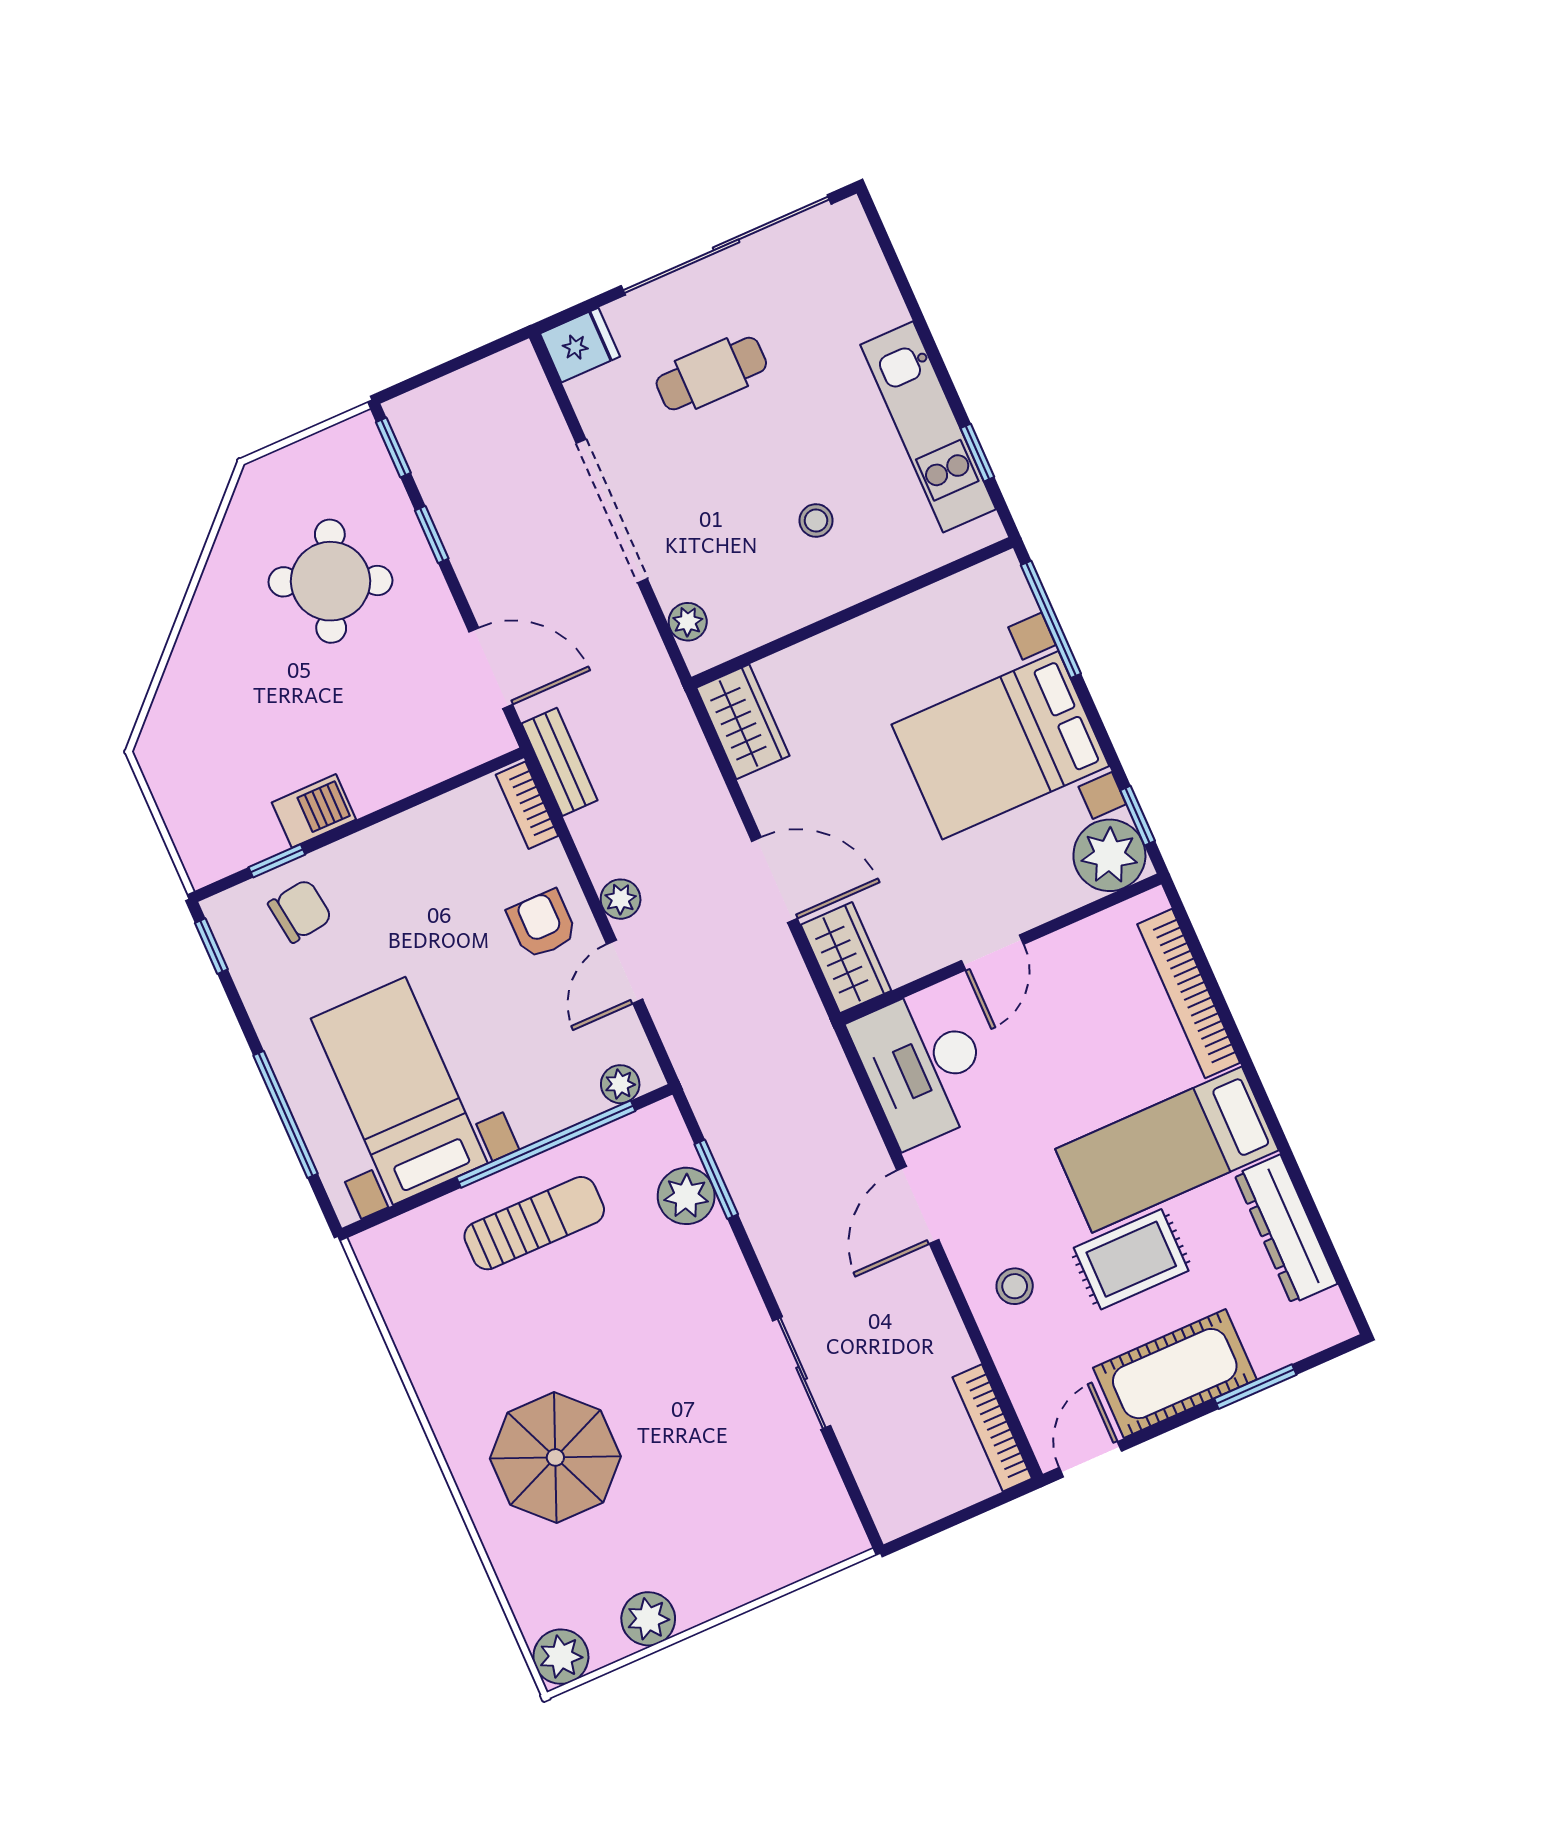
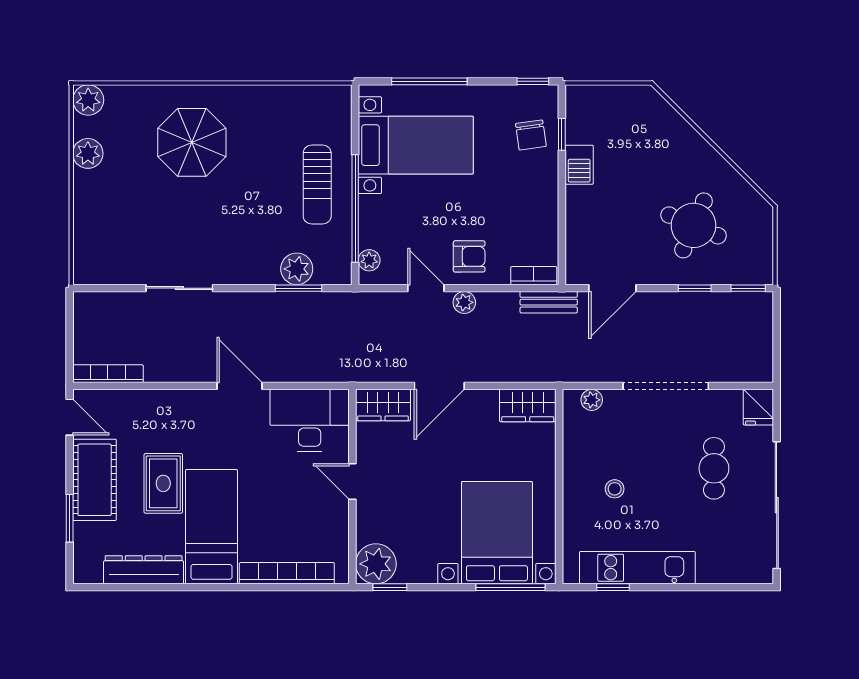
bed with nightstands: (1000, 745) -> (497, 533), moved
stool: (1015, 1286) -> (176, 417), removed

